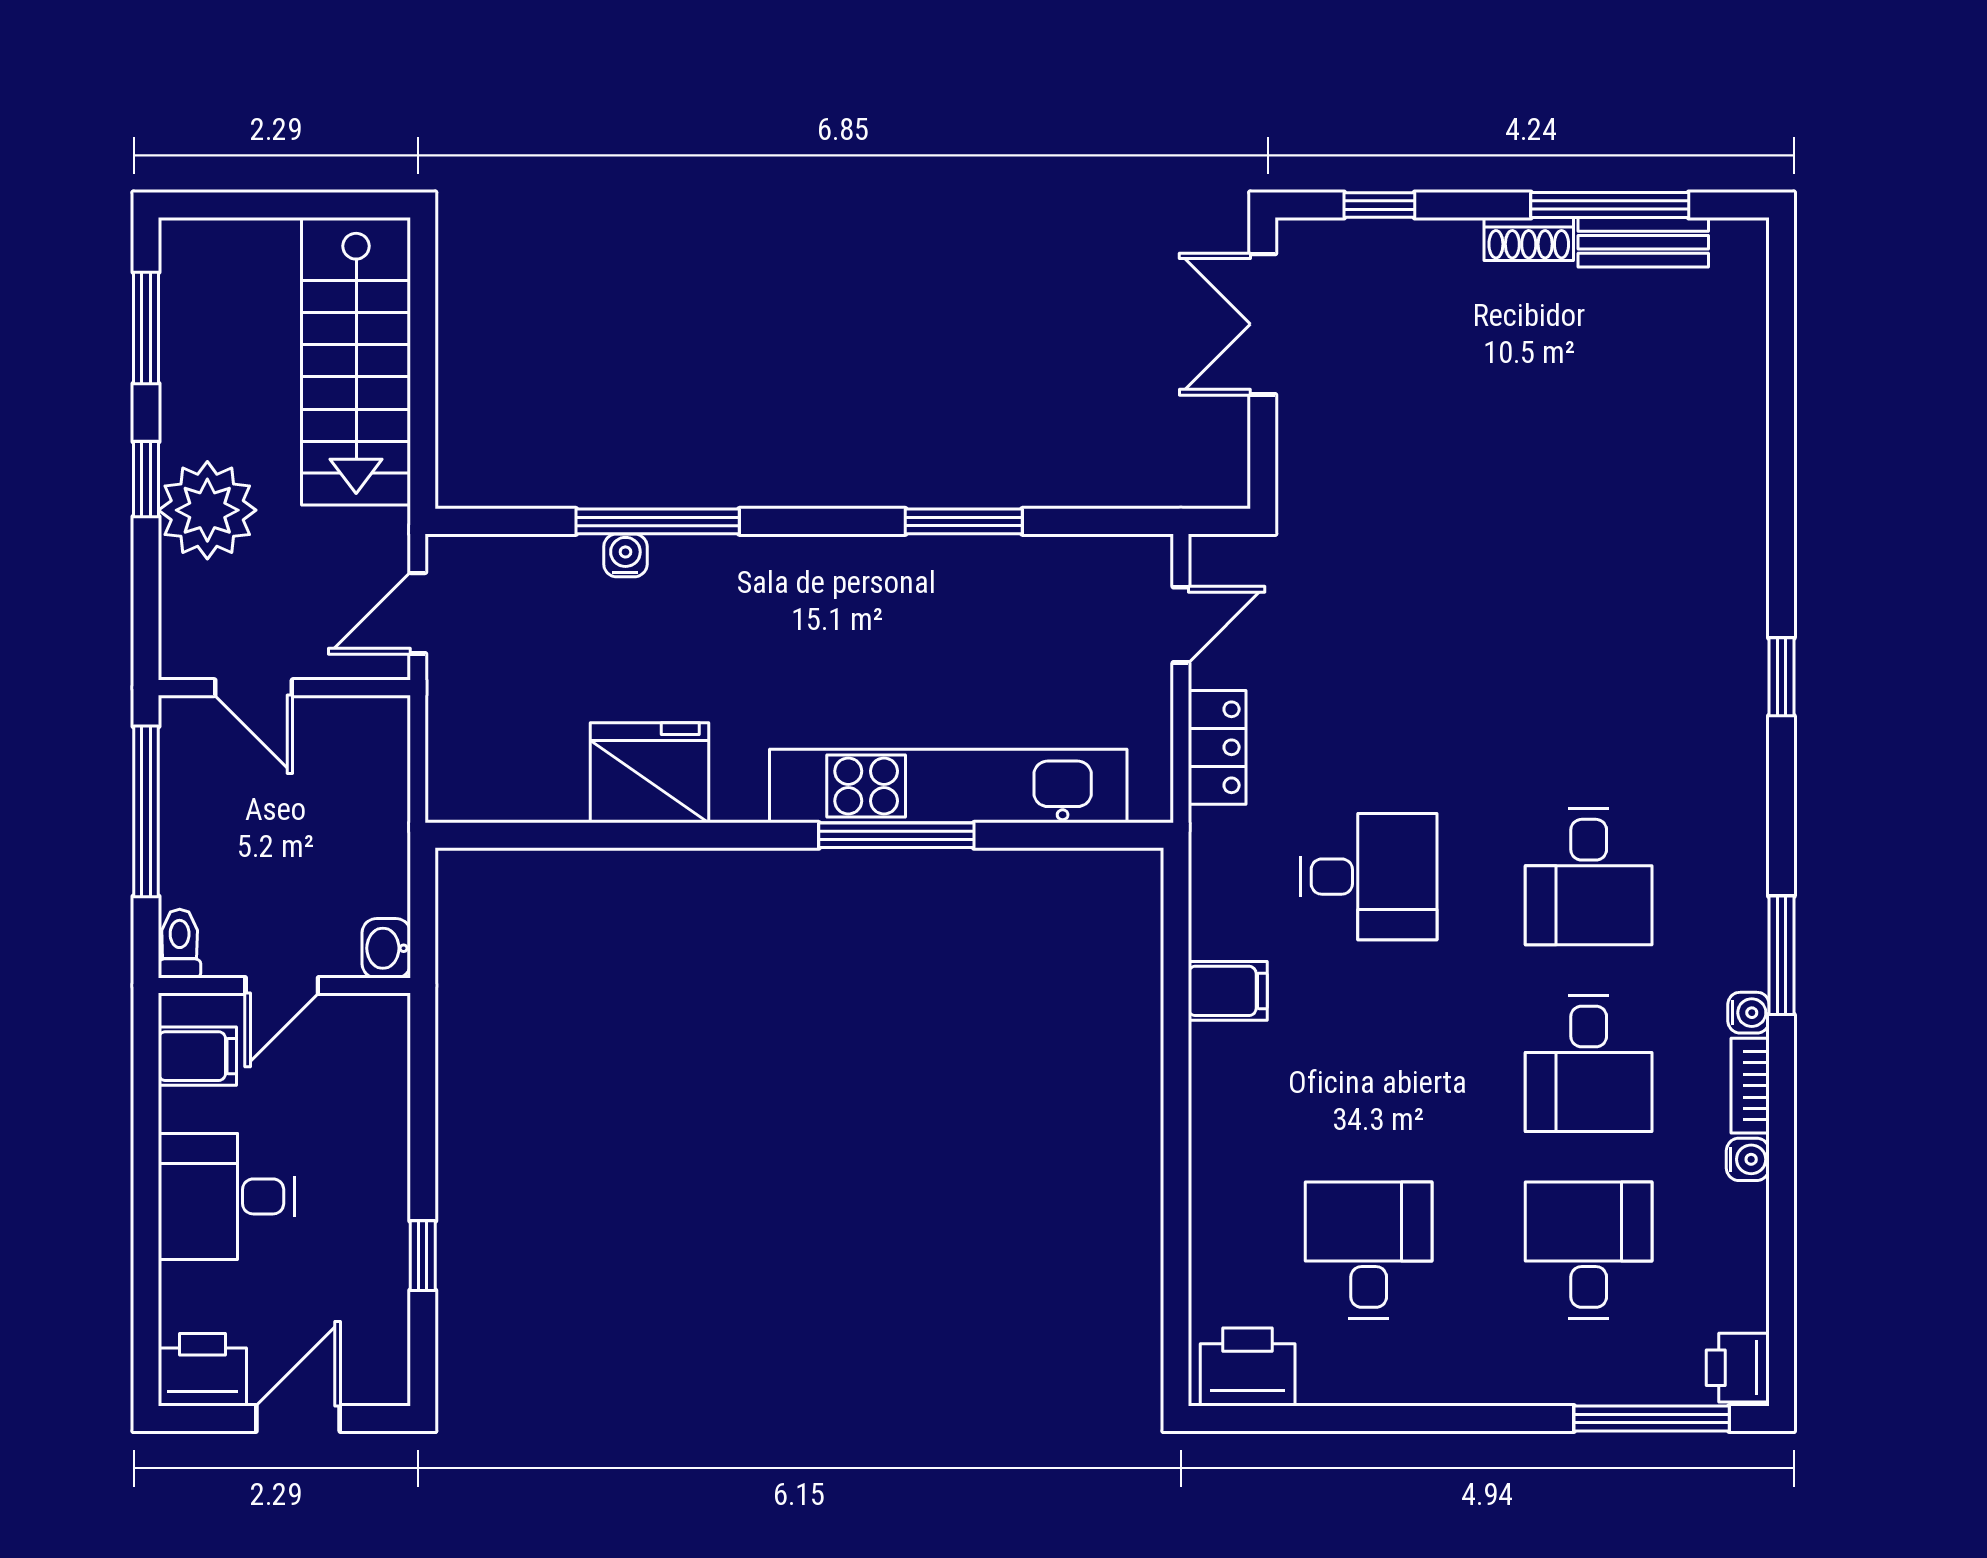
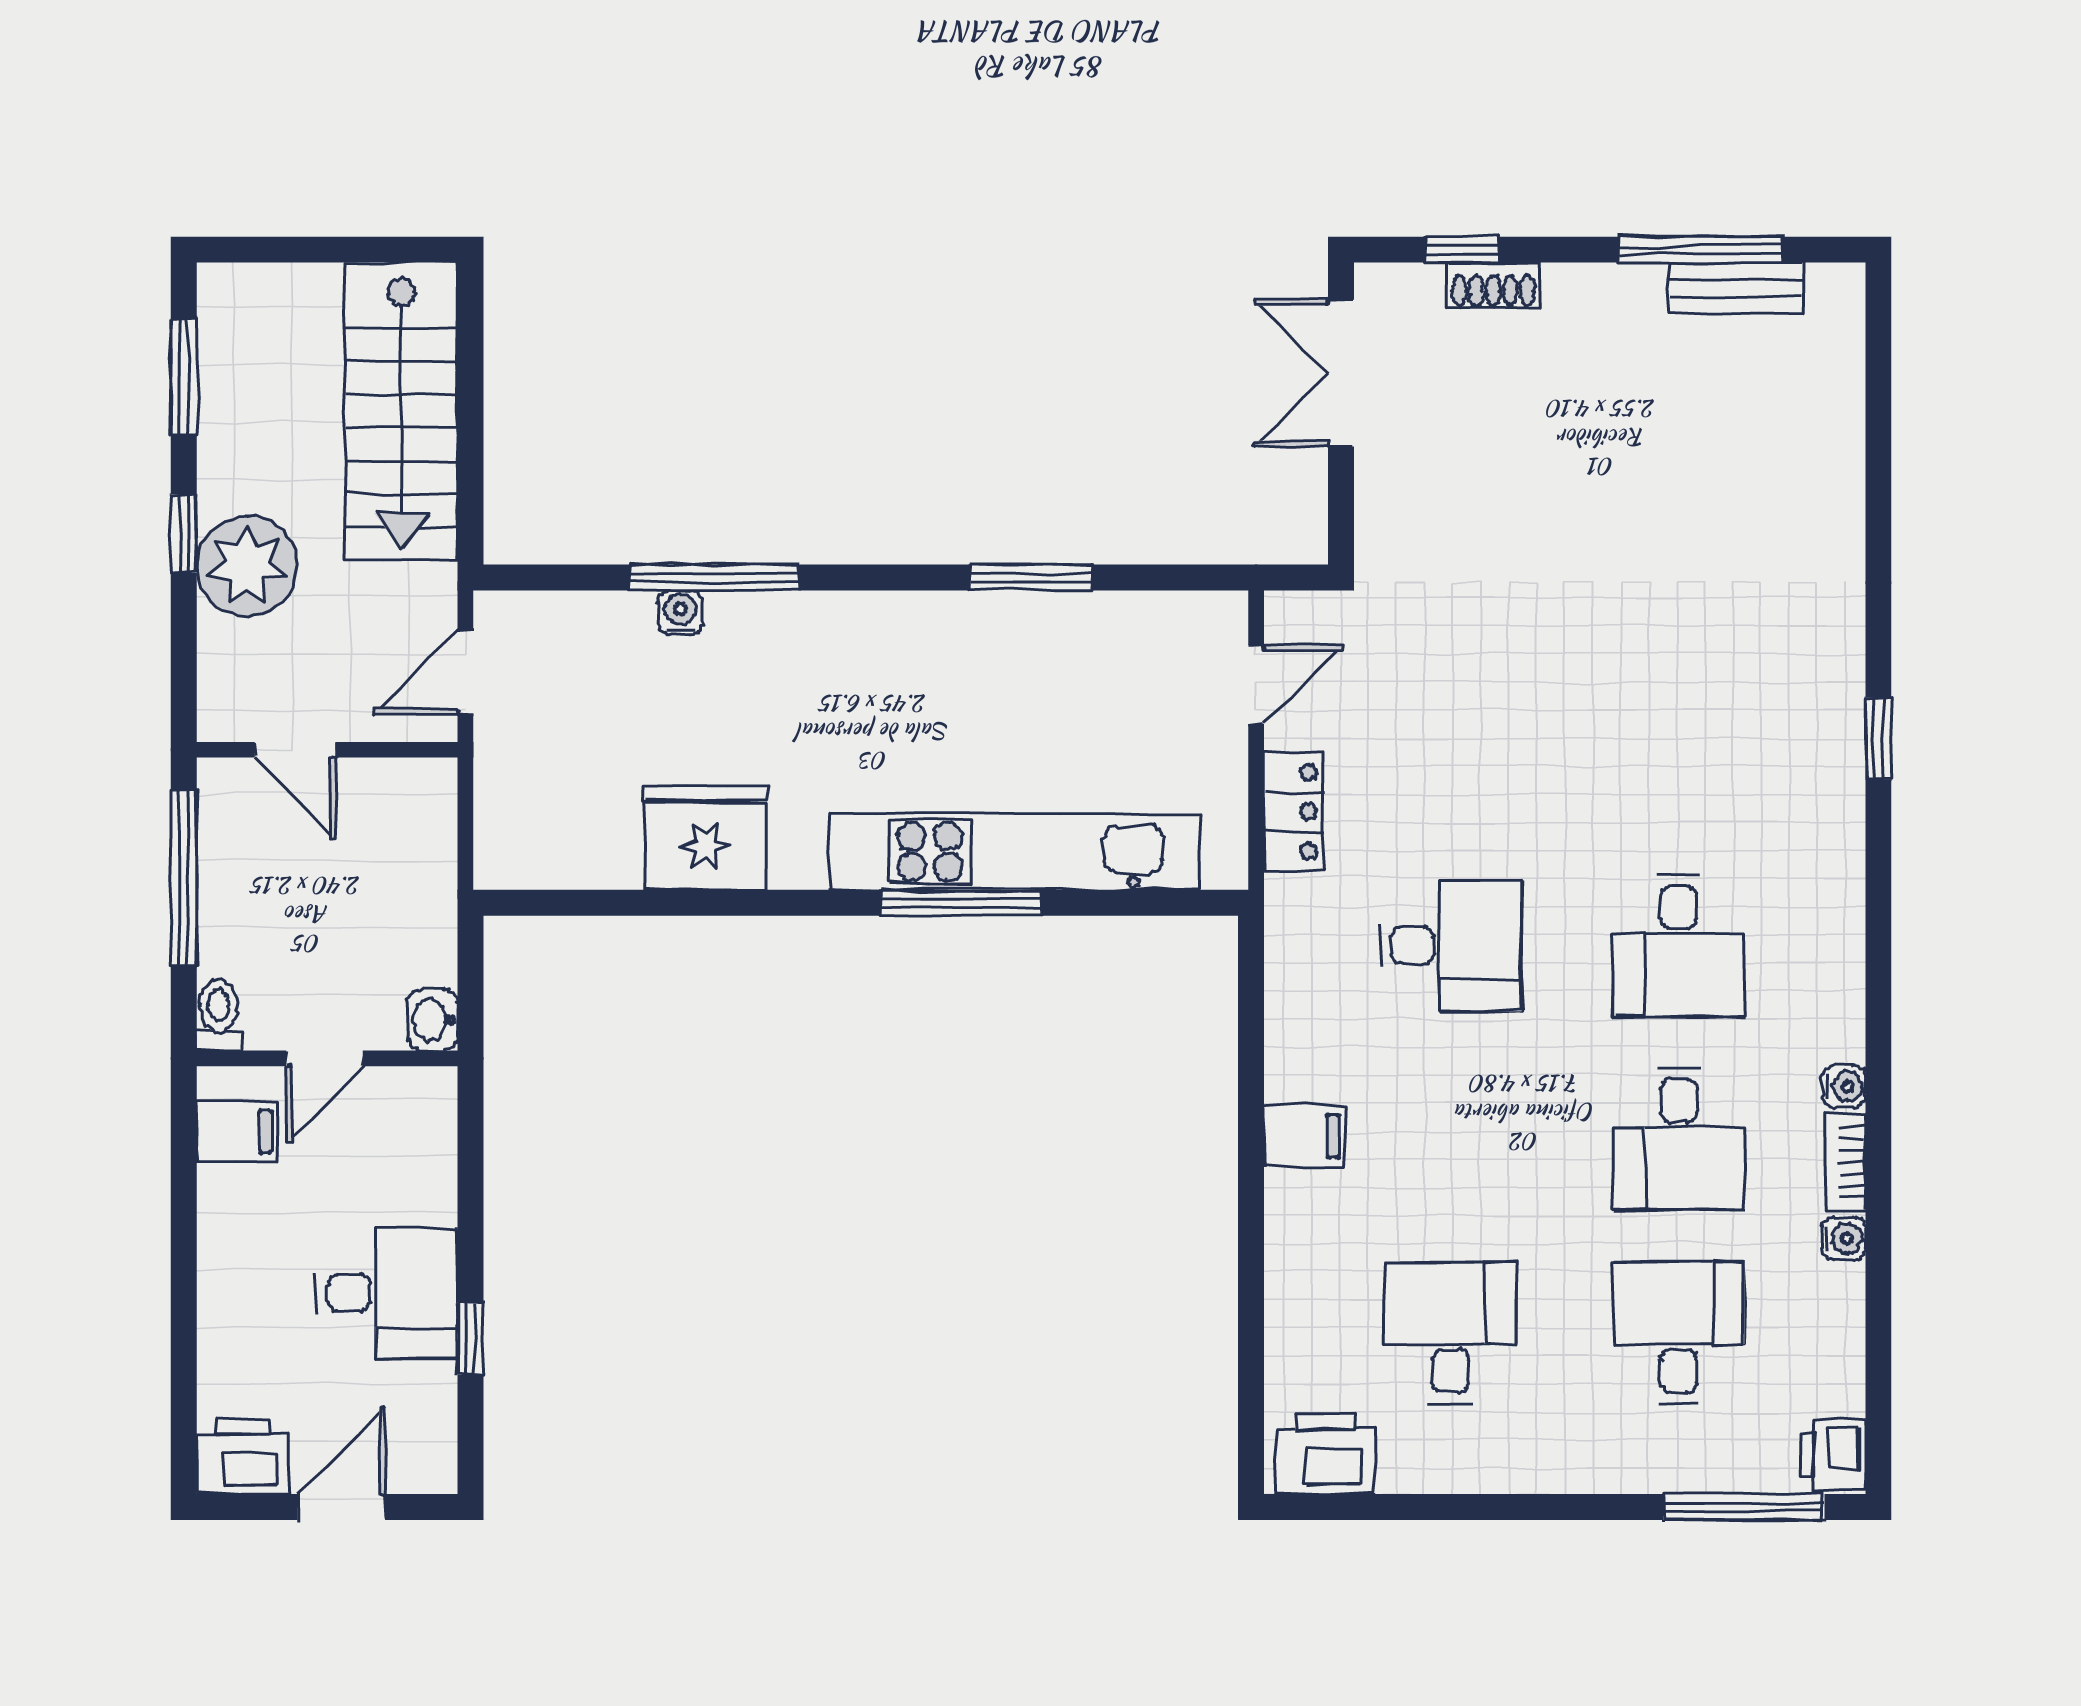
shoe rack: (1529, 239) -> (1493, 285), moved
window: (1781, 955) -> (1878, 1027), removed
filing cabinet: (1228, 991) -> (1305, 1136), moved
desk: (226, 1196) -> (387, 1293), moved, turned 180

